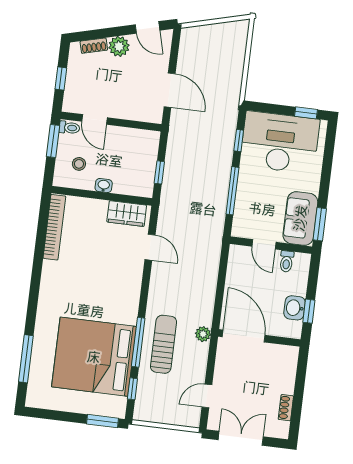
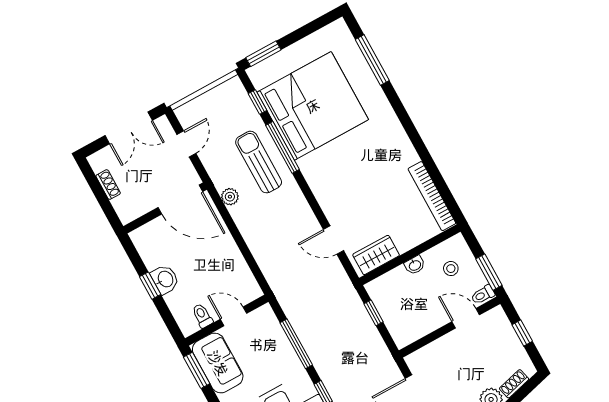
door: (244, 336) -> (180, 200), moved
wall: (259, 338) -> (165, 208), moved
sun lounger: (164, 344) -> (259, 162), turned 180

